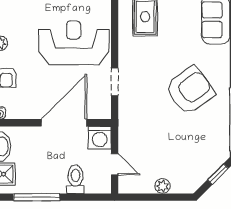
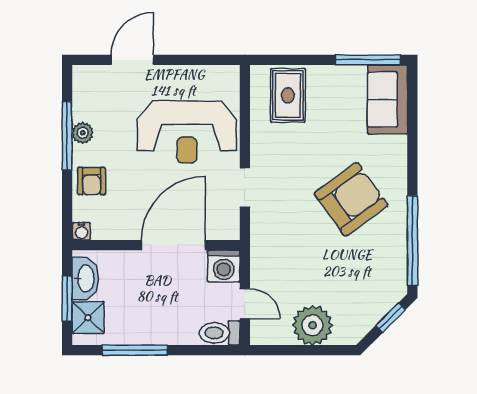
reception desk: (74, 43) -> (187, 132), turned 180
toilet: (75, 179) -> (220, 333), moved, turned -90
plant: (163, 186) -> (312, 325), width x1.87, depth x1.87

